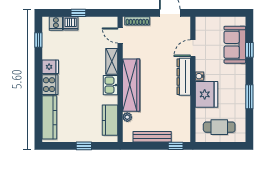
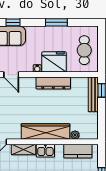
dresser: (184, 77) -> (53, 83), moved
bench: (152, 137) -> (93, 94), moved

